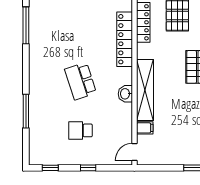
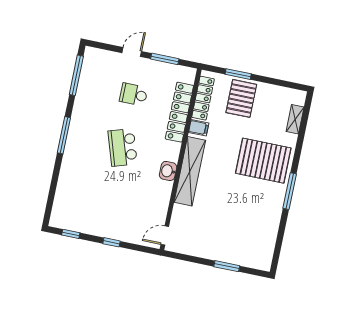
window: (26, 111) -> (64, 135), moved
filing cabinet: (145, 128) -> (199, 128), moved
school desk: (81, 130) -> (134, 94), moved

